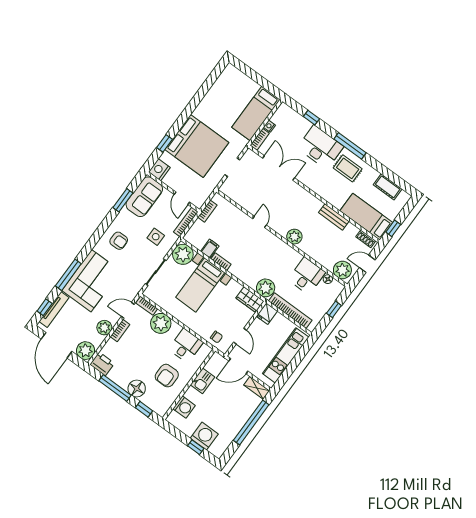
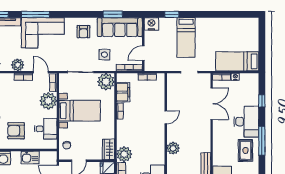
bed: (197, 146) -> (186, 38), width x0.49
sofa: (144, 197) -> (120, 27), width x1.36
filing cabinet: (210, 249) -> (123, 92), width x2.00
bed with nightstands: (200, 285) -> (80, 111), moved, turned 180

